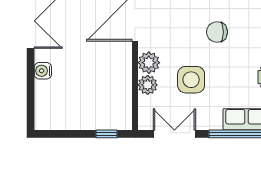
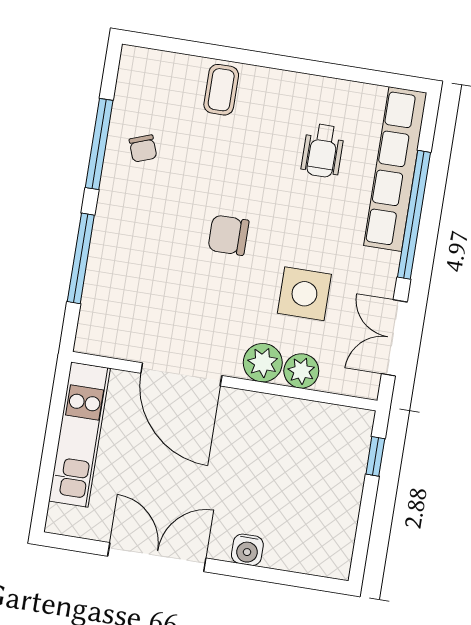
chair: (217, 32) -> (228, 235), turned 90

